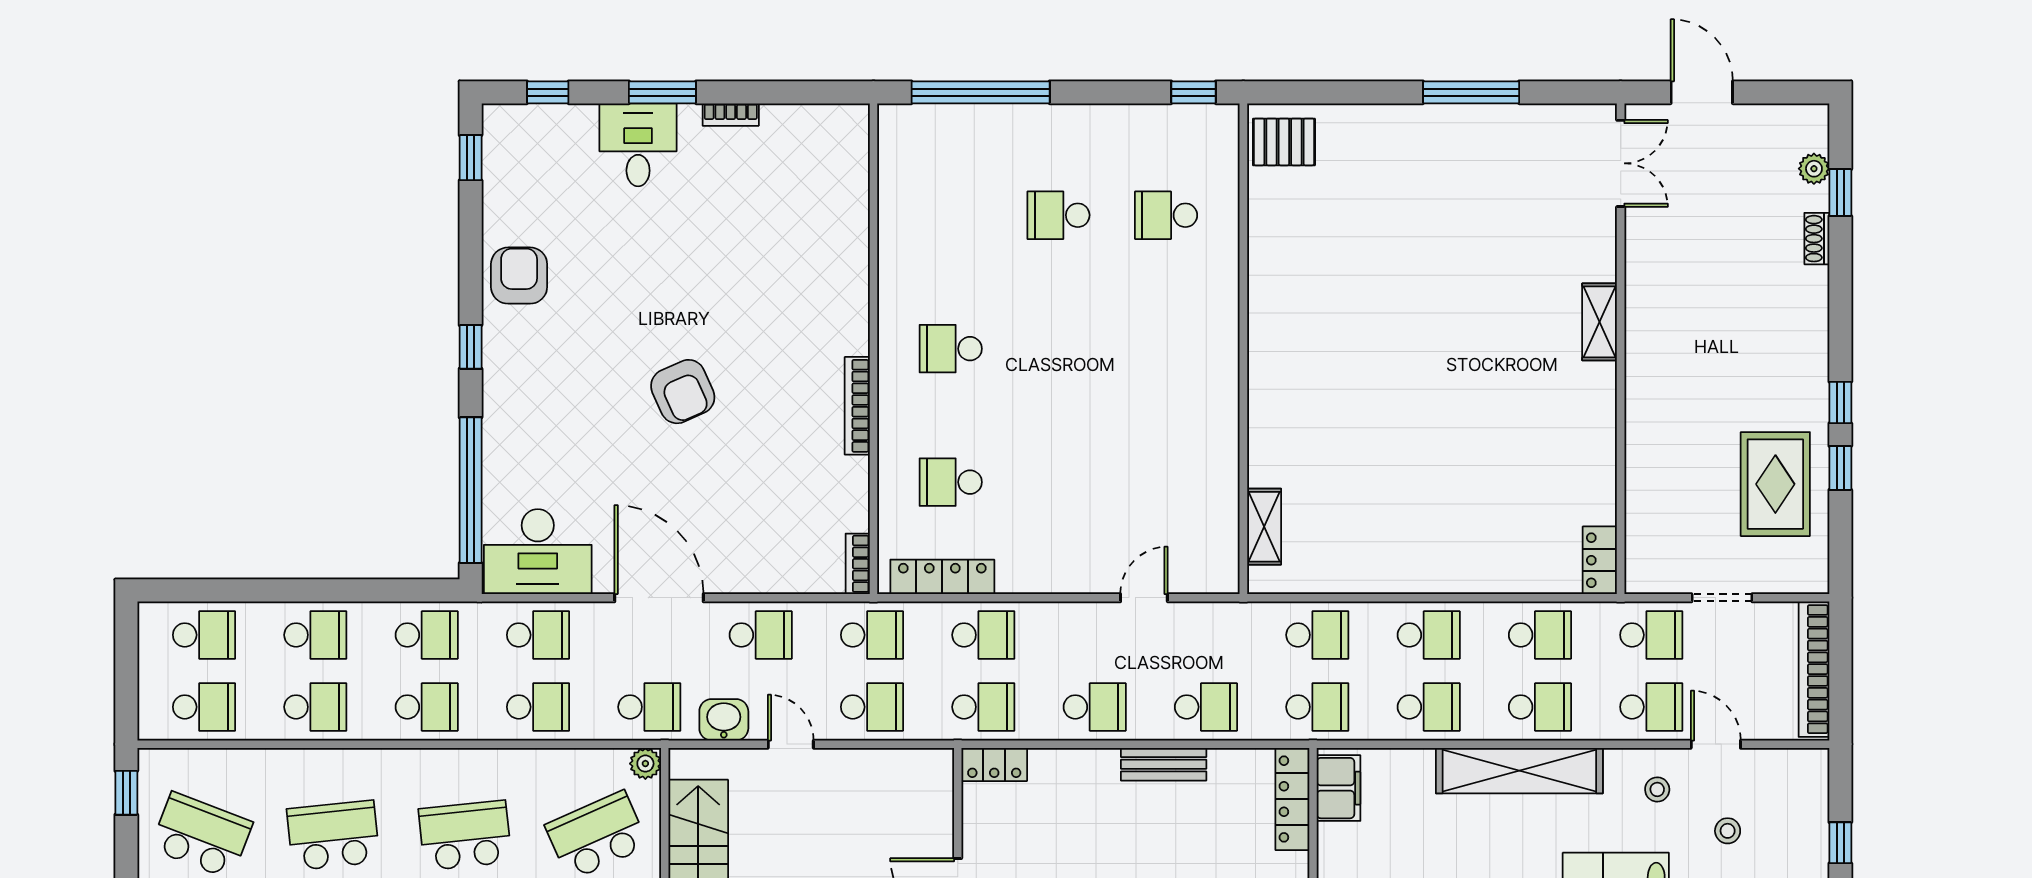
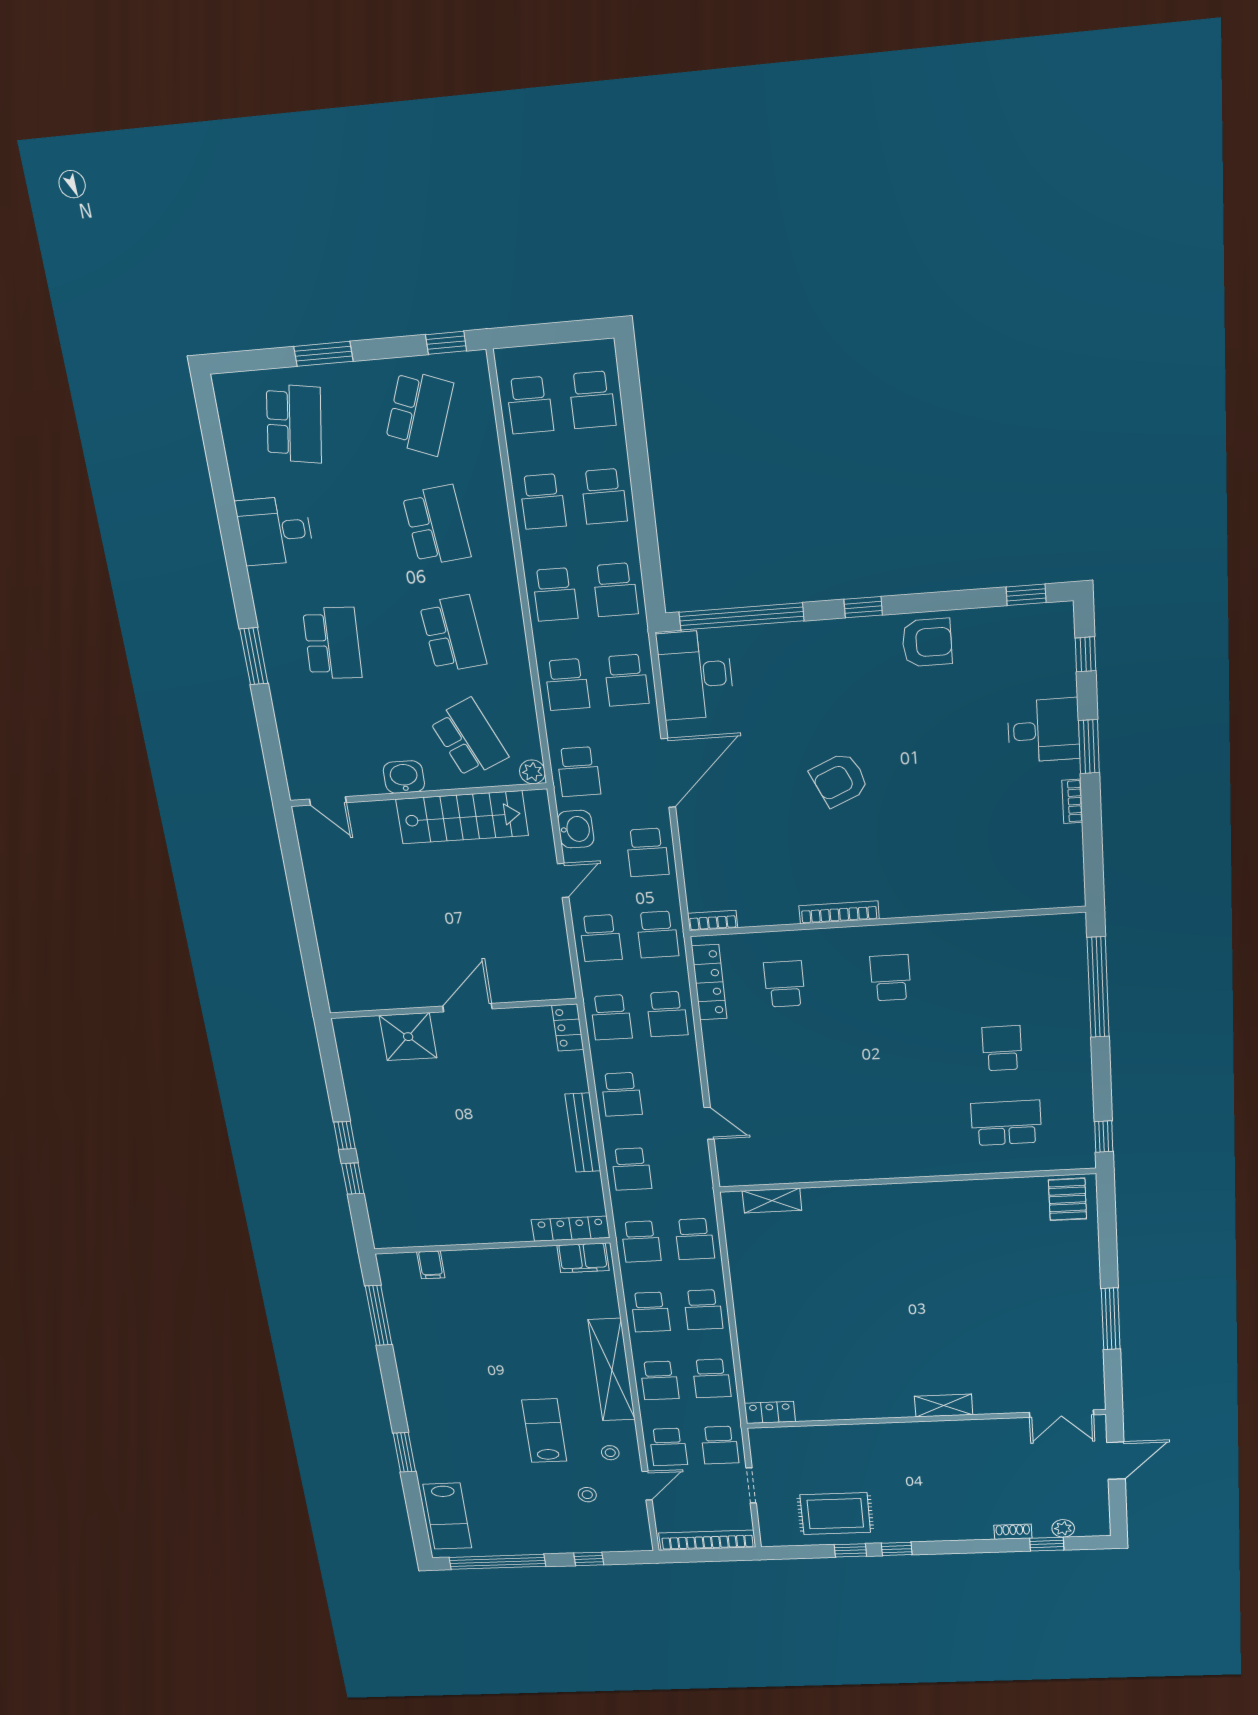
school desk: (1166, 215) -> (1006, 1123), width x1.85
bench: (1164, 764) -> (583, 1133), width x1.36

